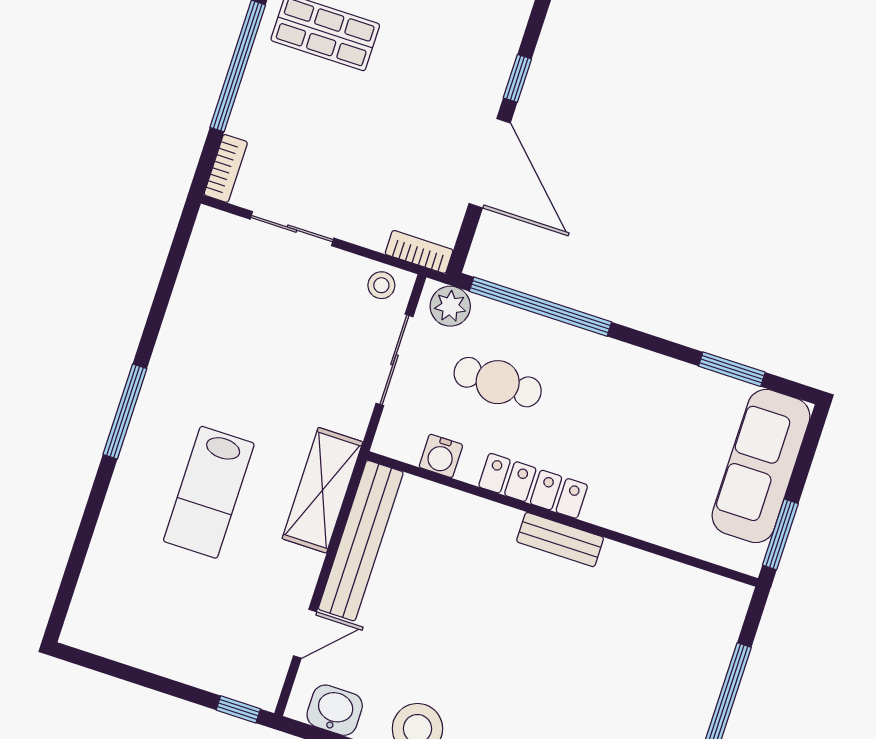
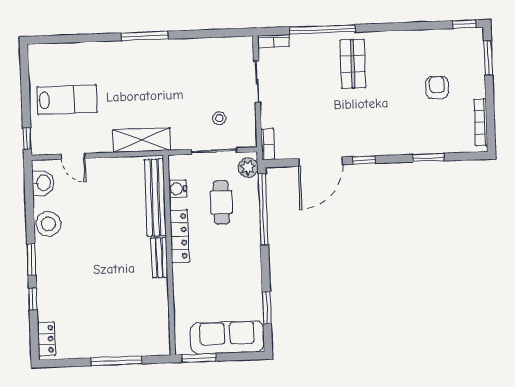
stool: (381, 285) -> (219, 118), moved
lab bench: (209, 492) -> (67, 100), moved, turned 180
bench: (361, 541) -> (155, 198), moved, turned 90

